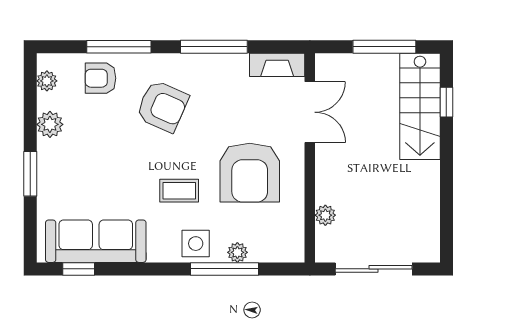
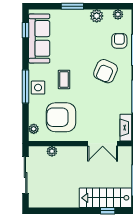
armchair: (250, 173) -> (61, 117), moved
plant: (237, 252) -> (34, 129), moved
window: (225, 269) -> (26, 87), moved

